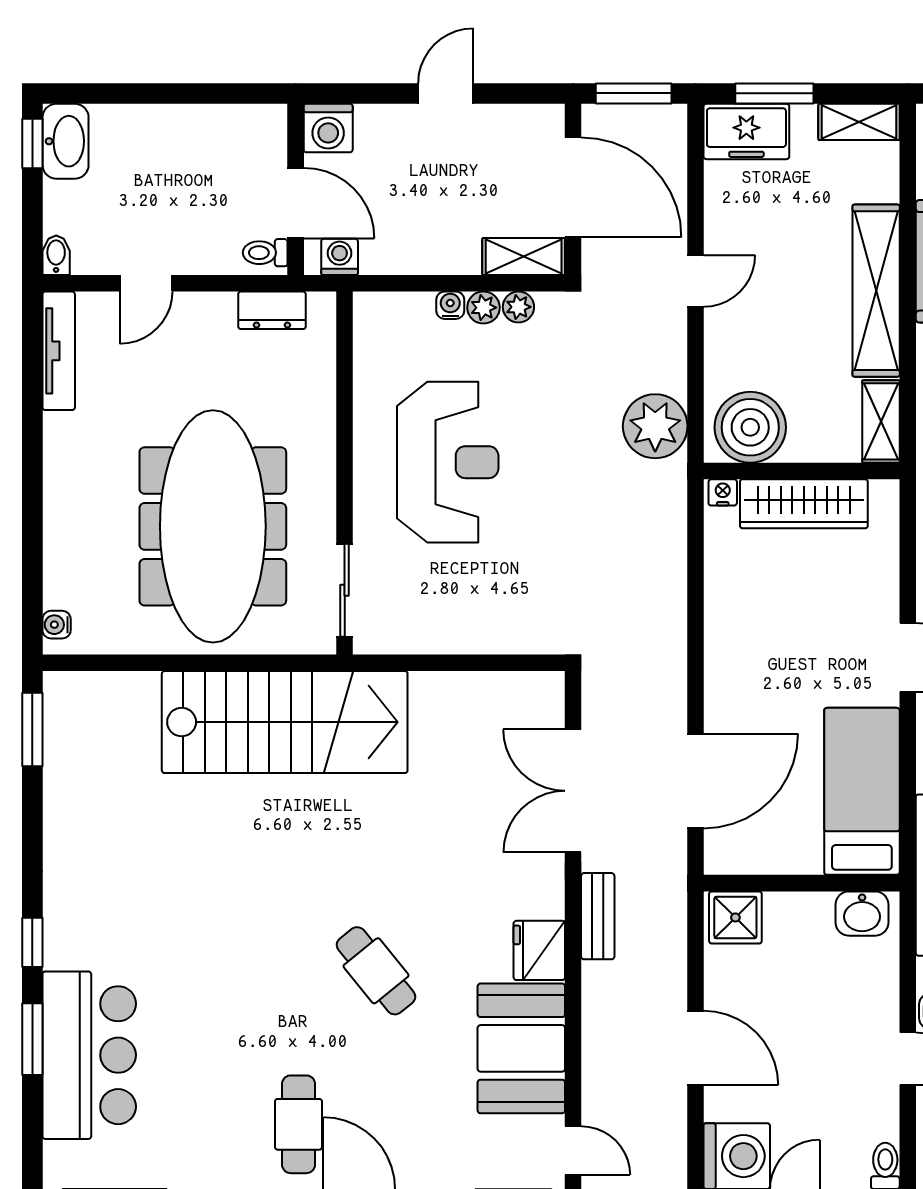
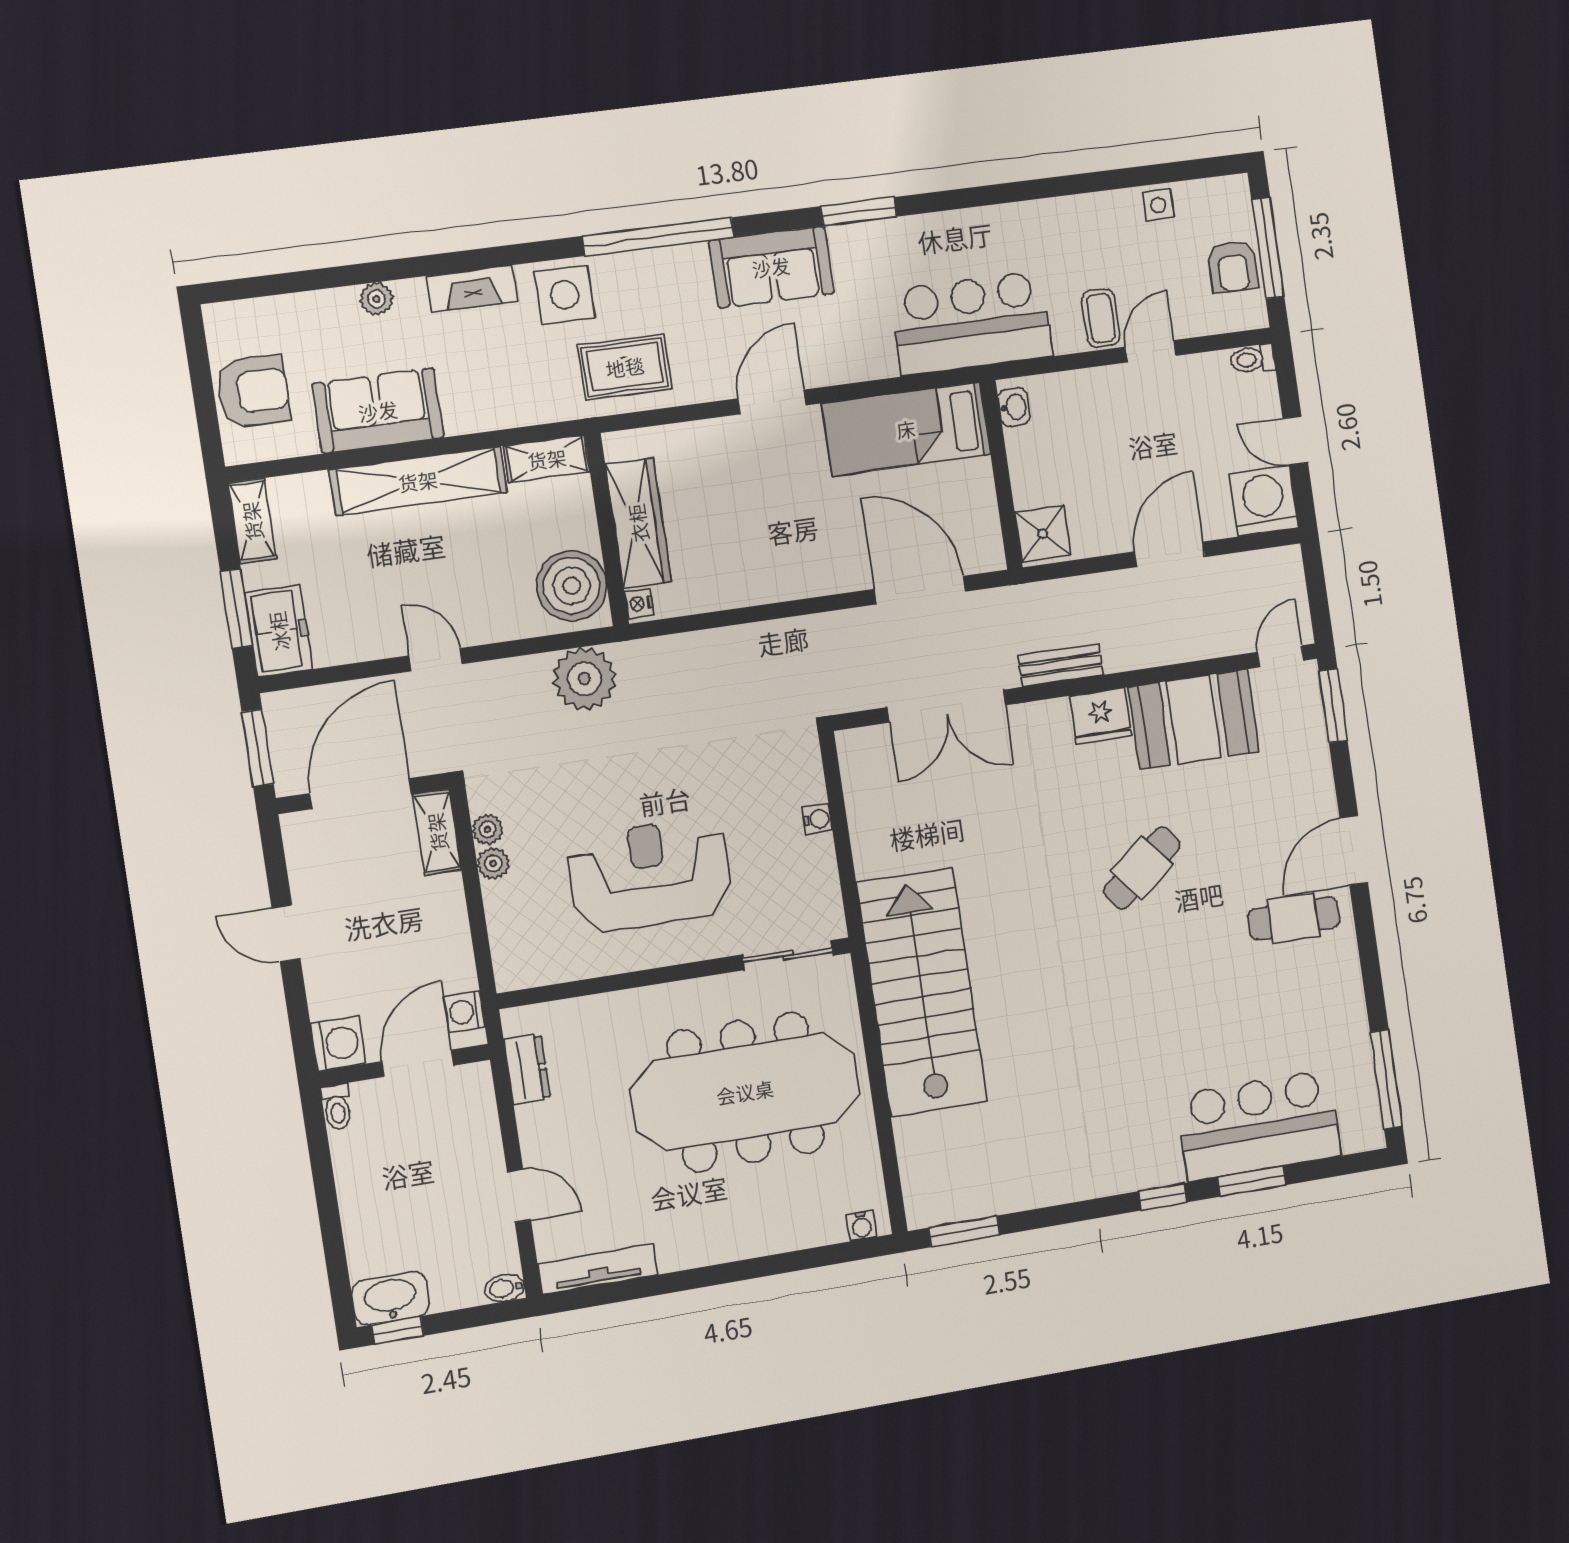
toilet: (265, 253) -> (337, 1107), moved
water cooler: (450, 305) -> (817, 819), moved, turned 180
washbasin: (862, 914) -> (1014, 407), width x0.72, depth x0.69

